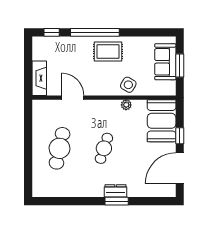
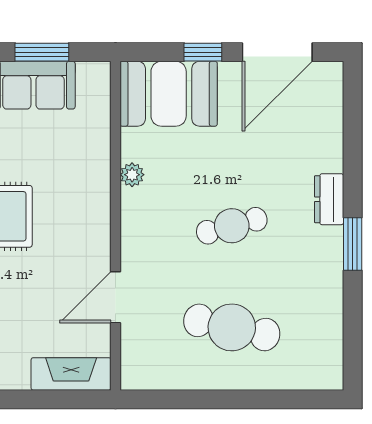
side table: (128, 85) -> (86, 170), removed
cafe table: (104, 148) -> (232, 226), turned -33
door: (180, 168) -> (277, 52), hinge flipped
window: (117, 201) -> (353, 244), moved

